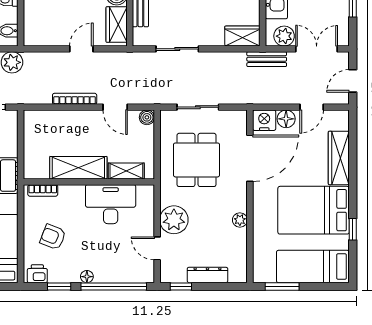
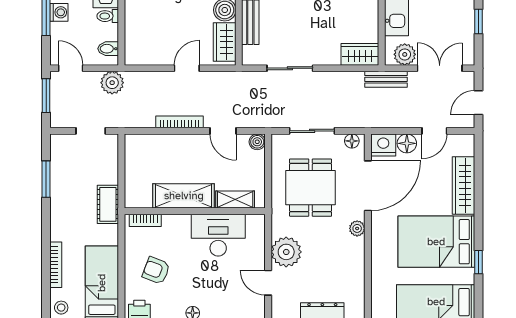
floor lamp: (235, 117) -> (352, 141), added
plant: (240, 220) -> (357, 228), moved

